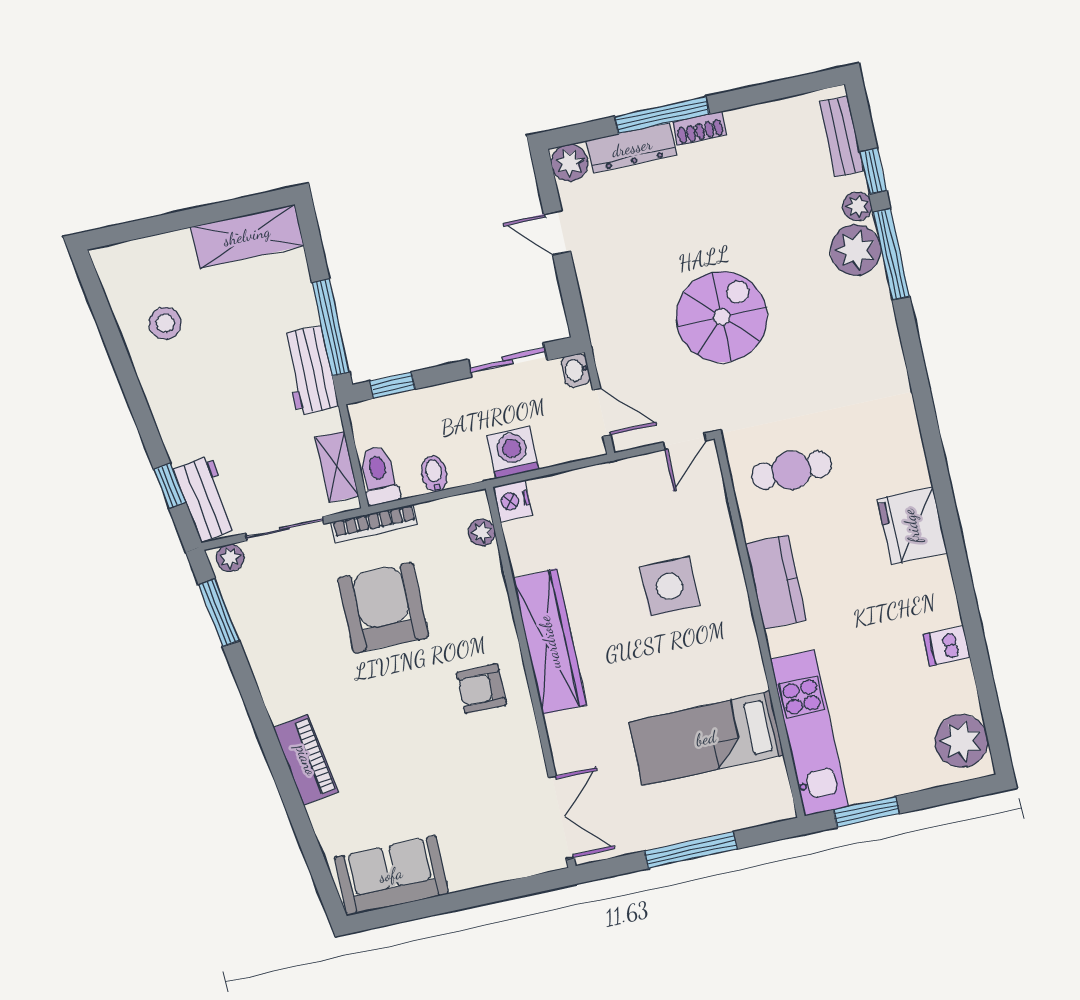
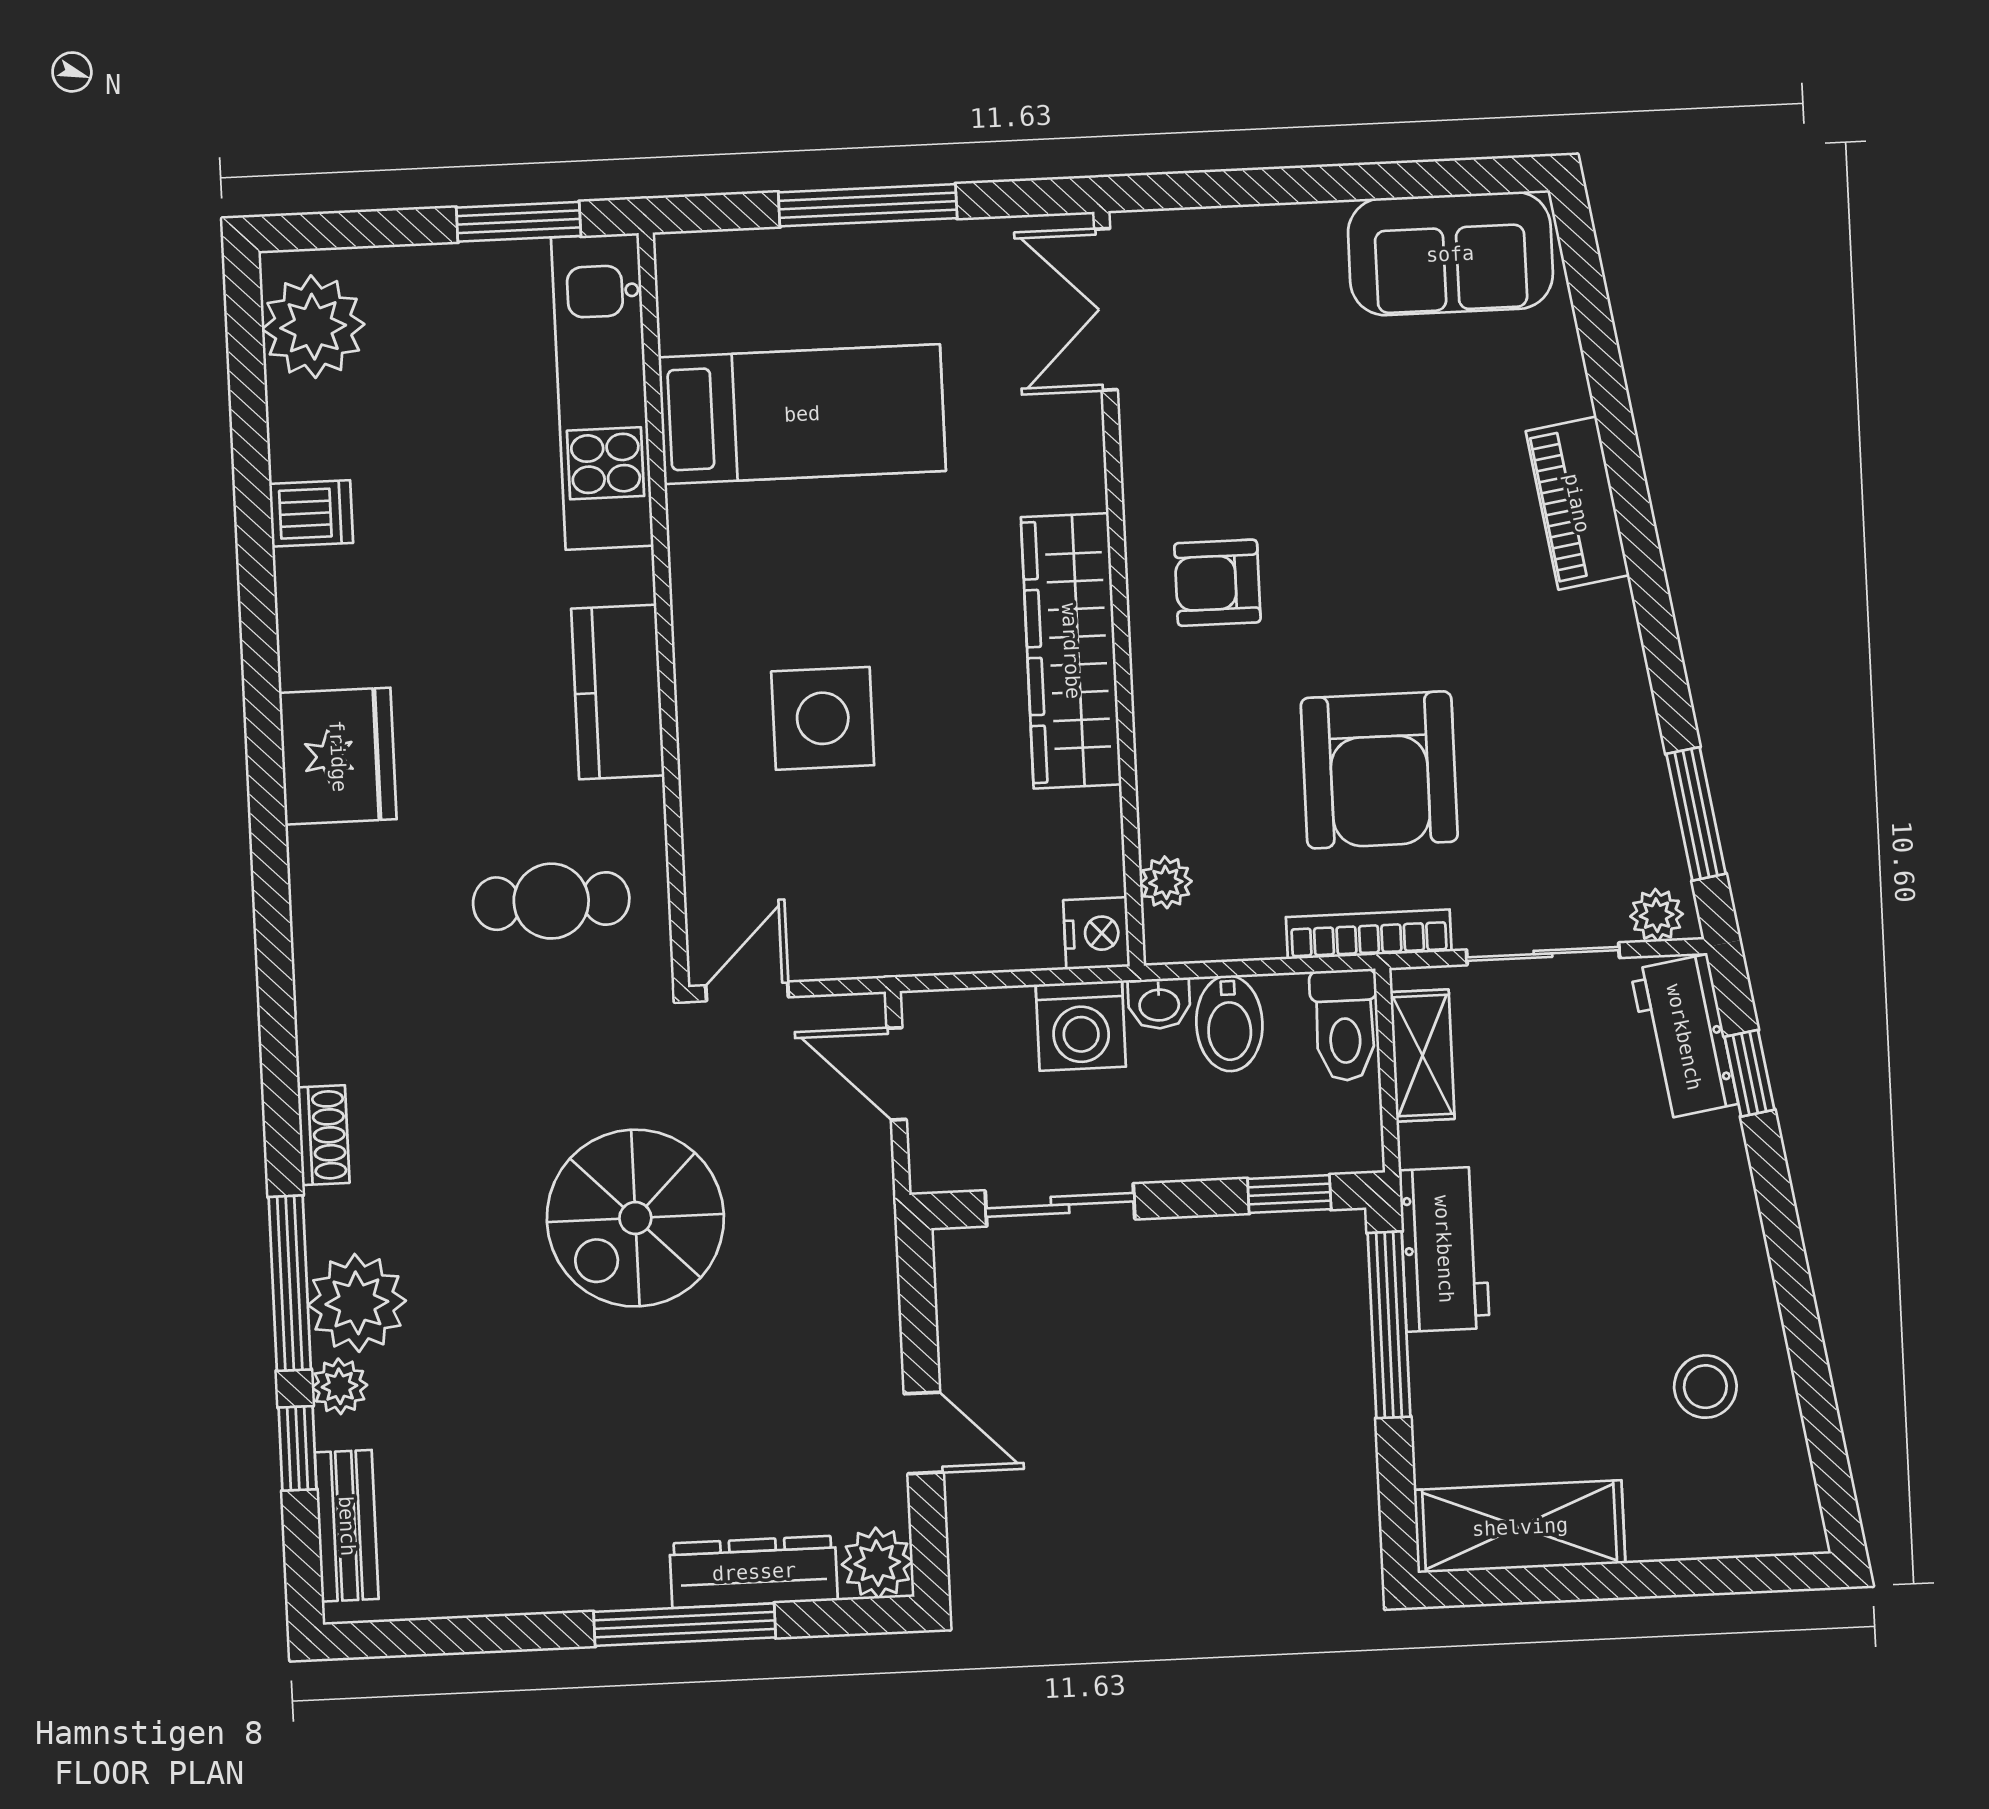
shoe rack: (699, 128) -> (324, 1135), moved, turned 90
washbasin: (576, 370) -> (1159, 1004), moved, turned 90
bidet: (434, 474) -> (1229, 1023), width x1.38, depth x1.36
armchair: (481, 689) -> (1217, 583), turned 180

